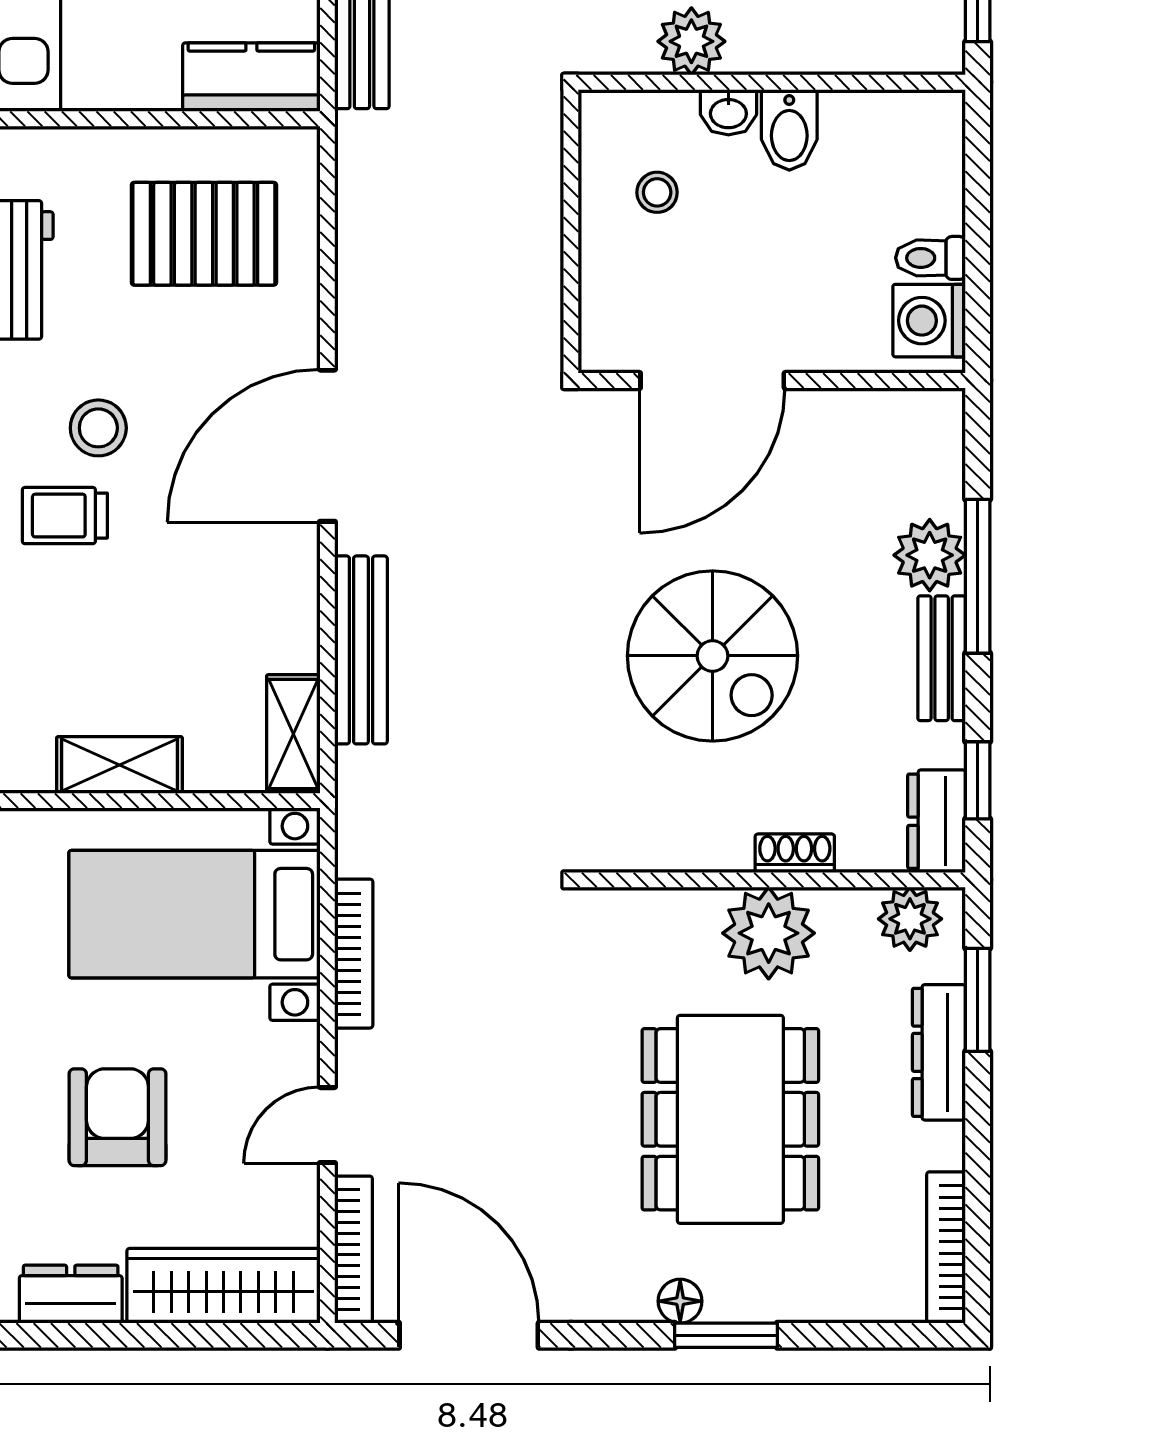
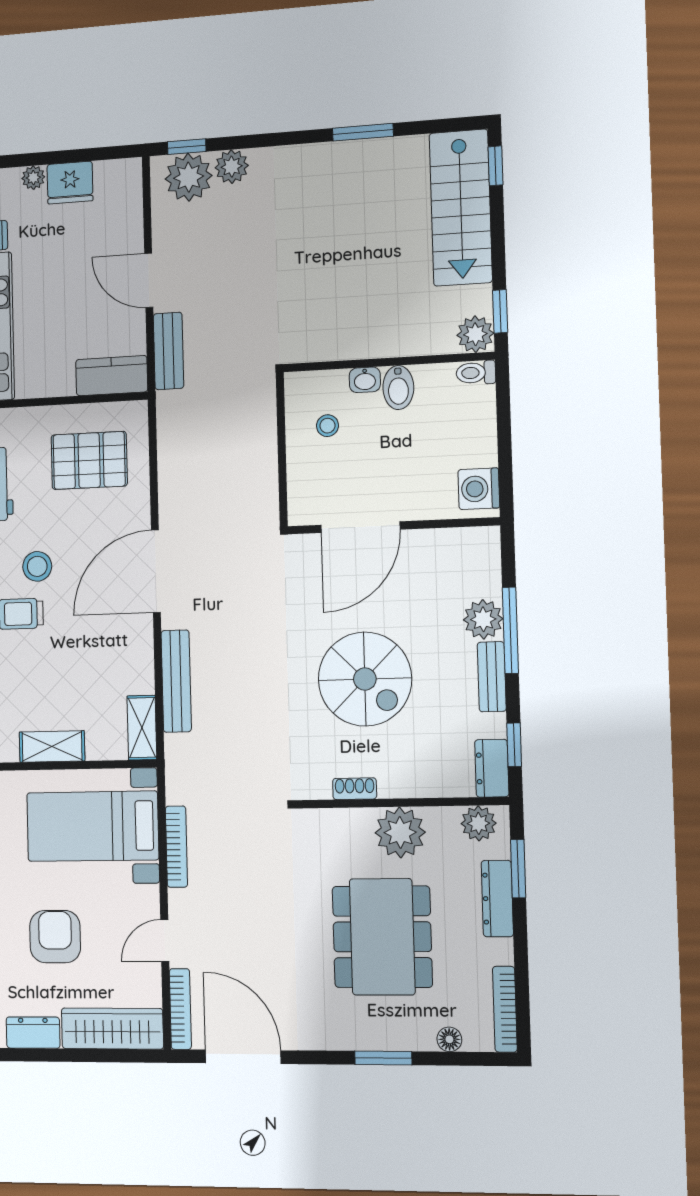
plant: (691, 41) -> (475, 334), moved
toilet: (930, 258) -> (476, 373), moved
shoe rack: (795, 853) -> (355, 789), moved
floor lamp: (680, 1301) -> (449, 1039), moved

